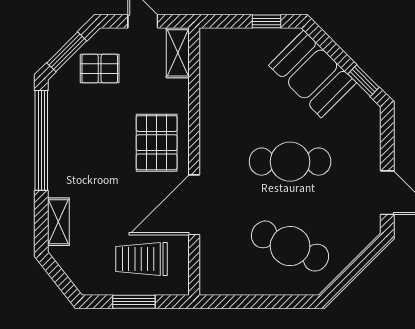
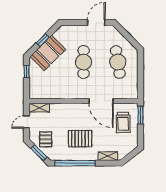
window: (364, 81) -> (43, 40), moved
pallet: (157, 143) -> (80, 139), moved
cafe table: (290, 246) -> (118, 62), turned -33
window: (134, 302) -> (140, 115), moved

